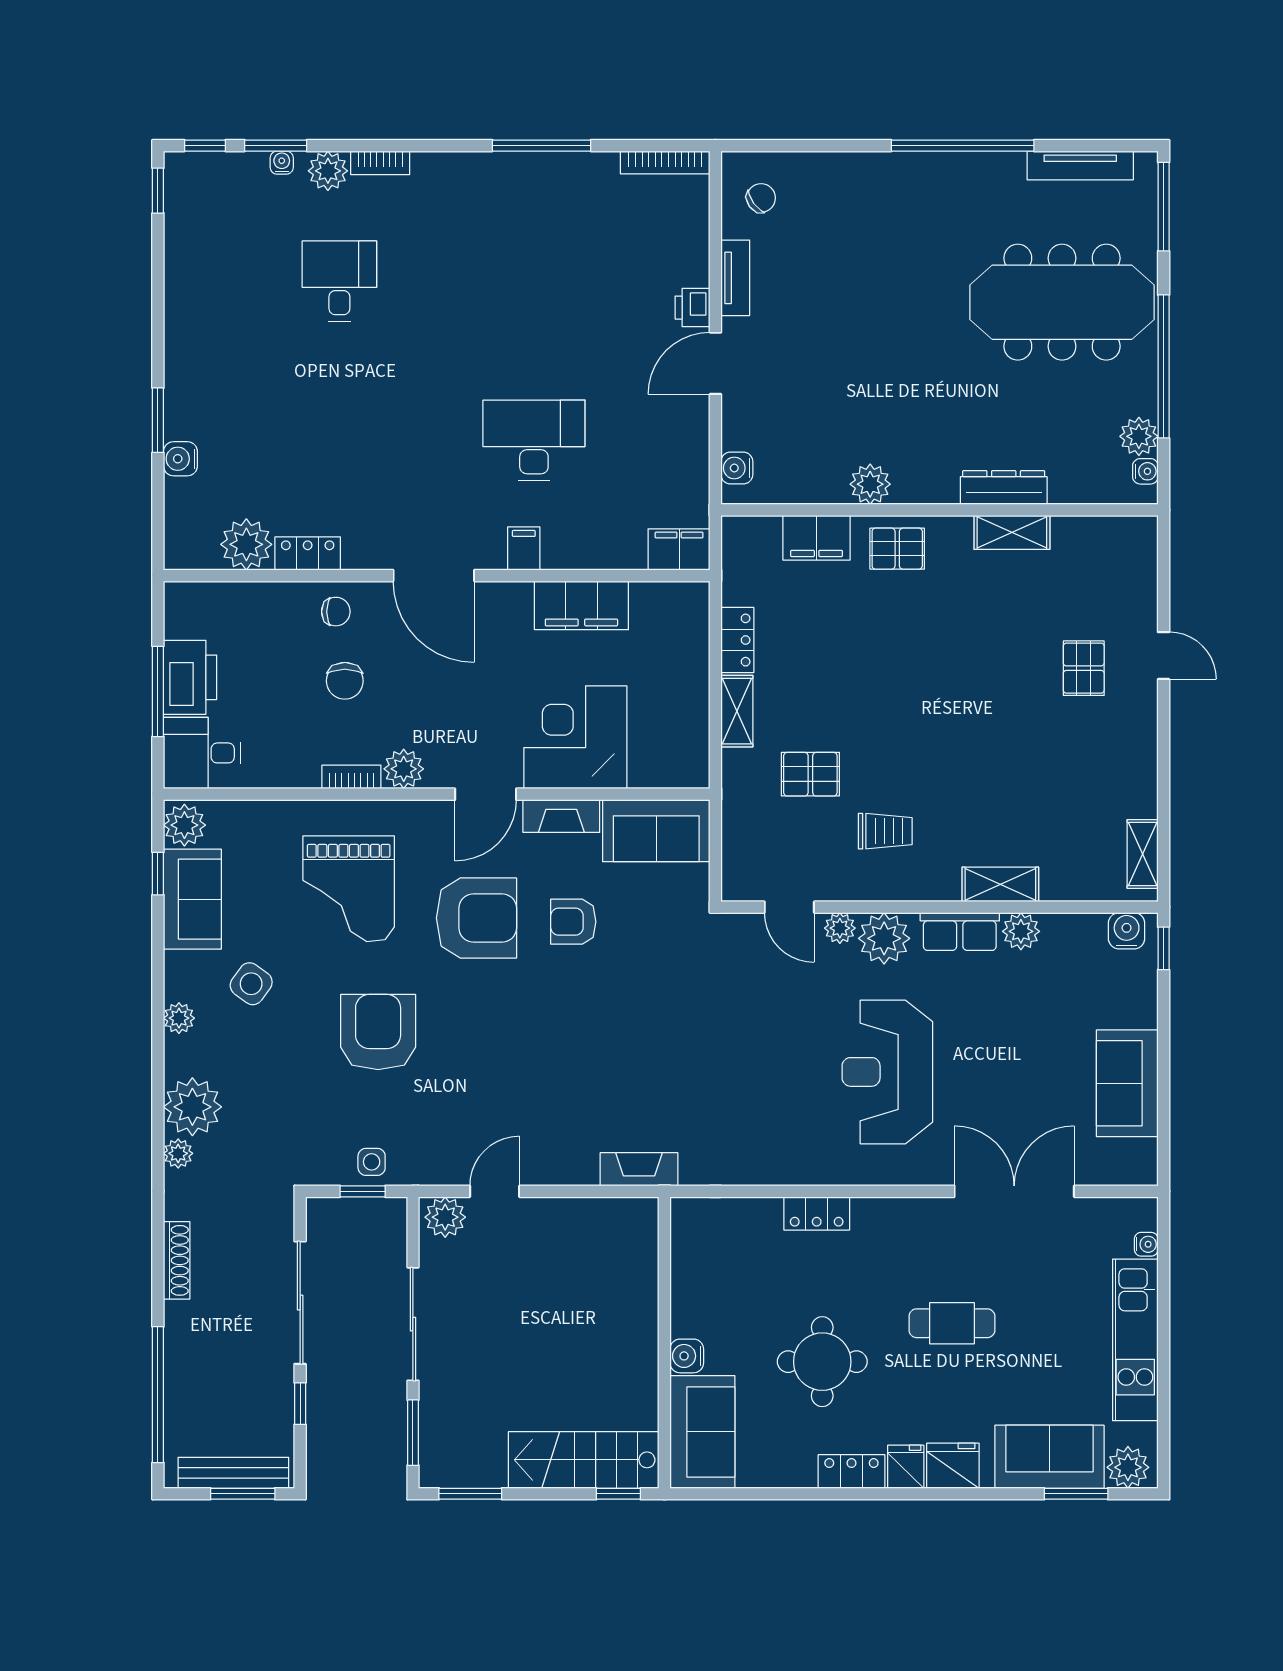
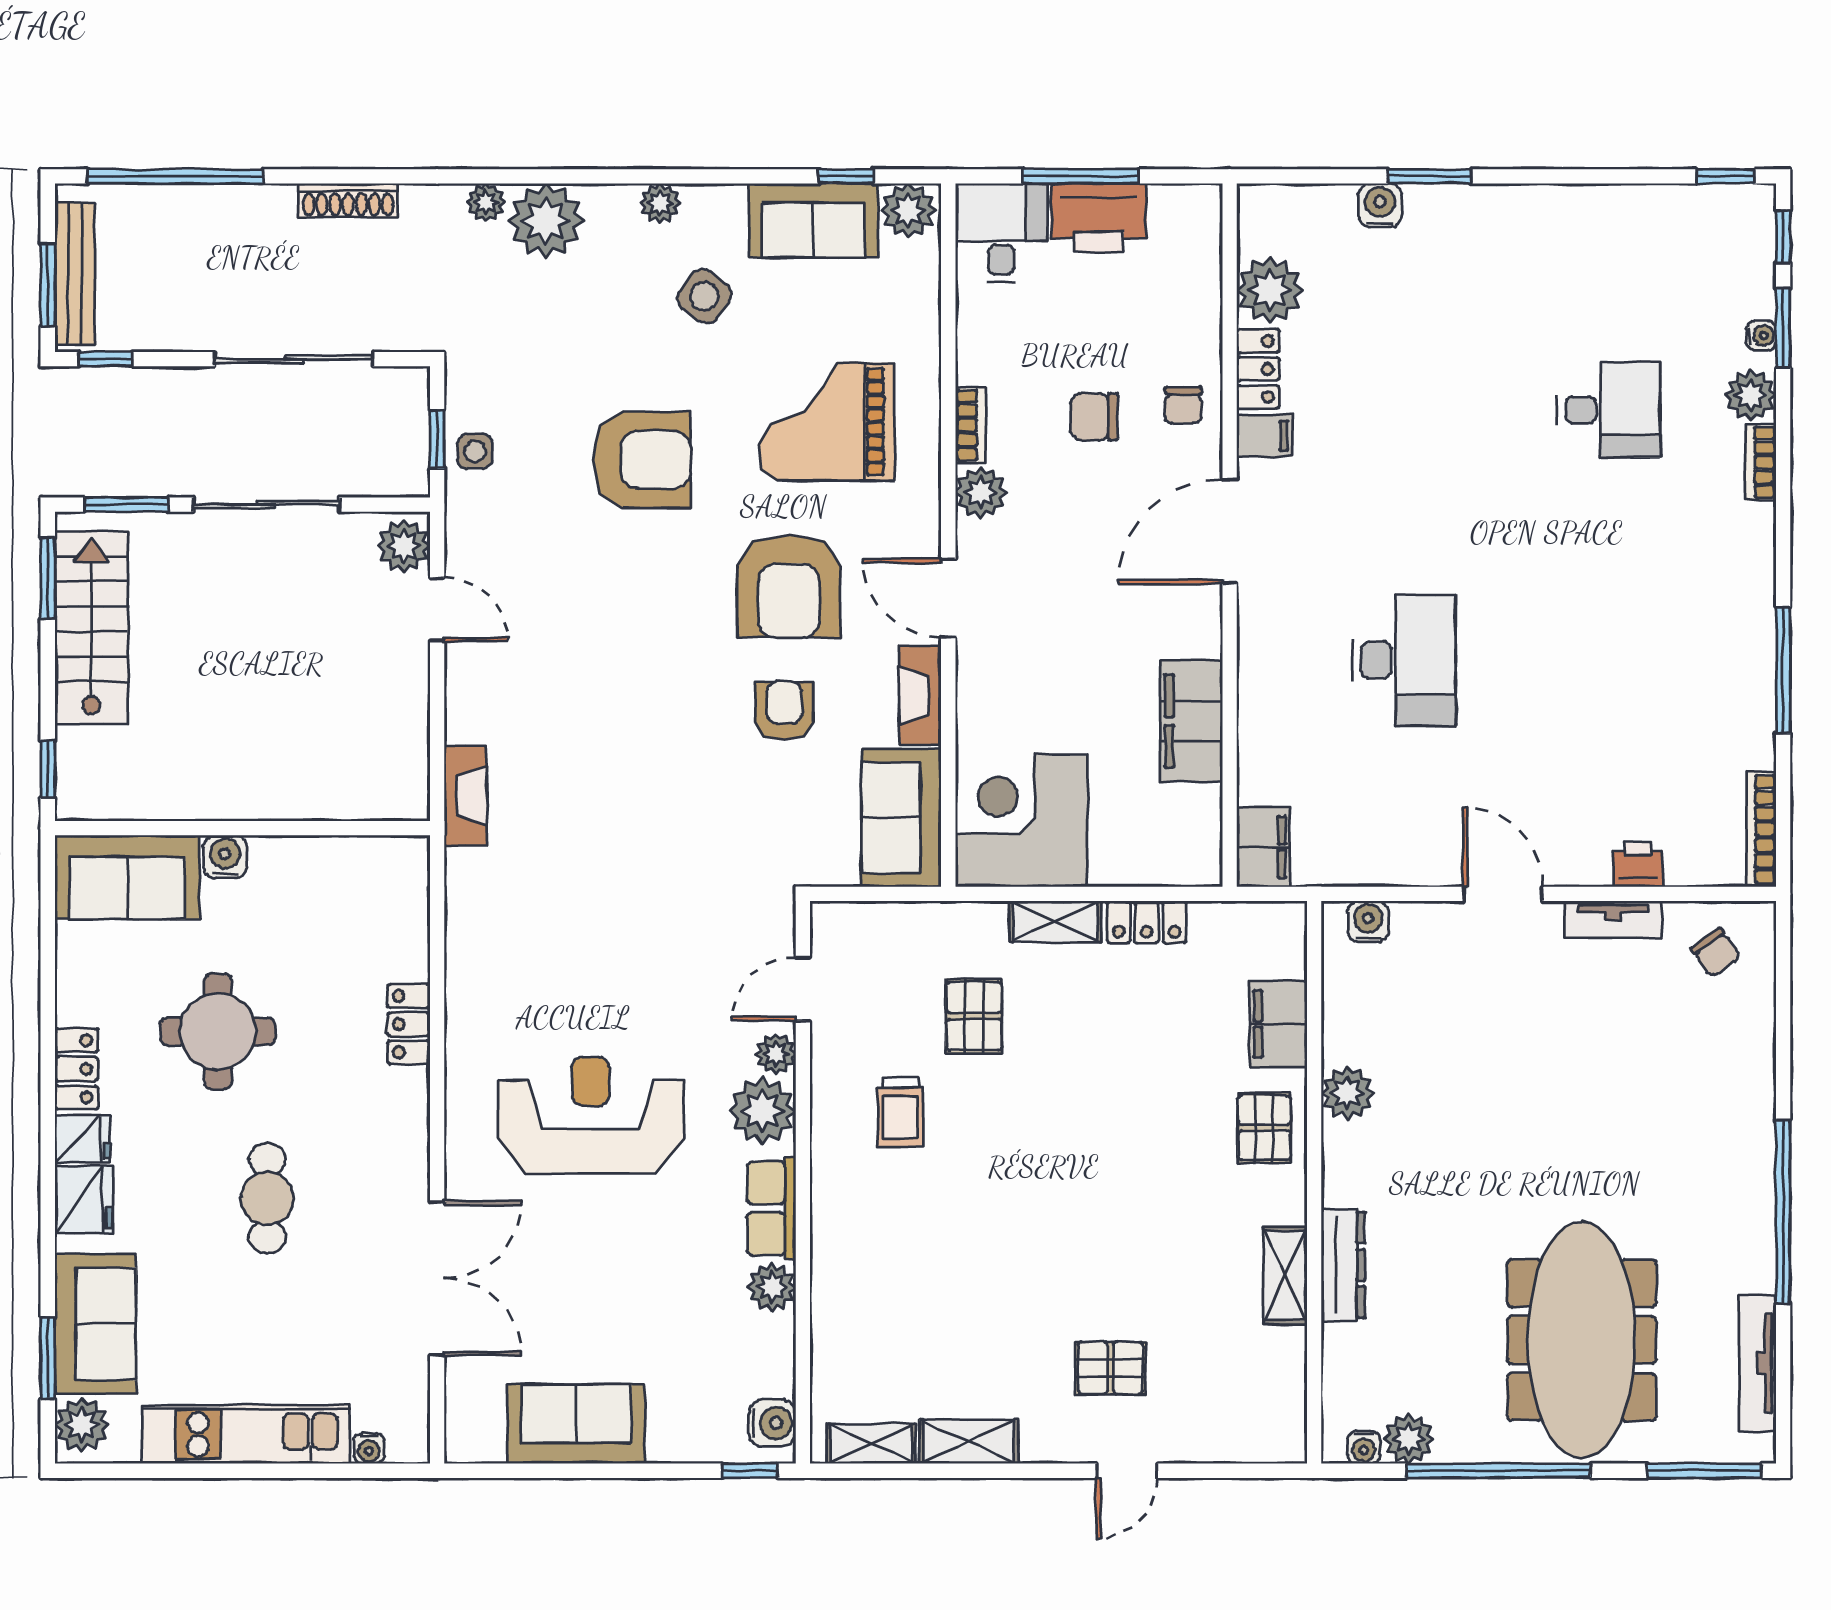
printer: (692, 308) -> (1638, 864), moved
filing cabinet: (524, 549) -> (1264, 436), moved
corner desk: (575, 737) -> (1022, 821), moved, turned -90
shelving: (1000, 884) -> (968, 1442), moved, turned 90
window: (300, 1404) -> (105, 359), moved
stairs: (584, 1460) -> (91, 628), moved

